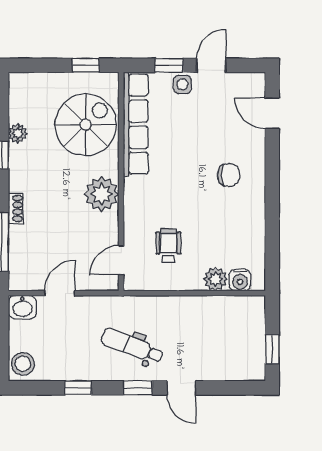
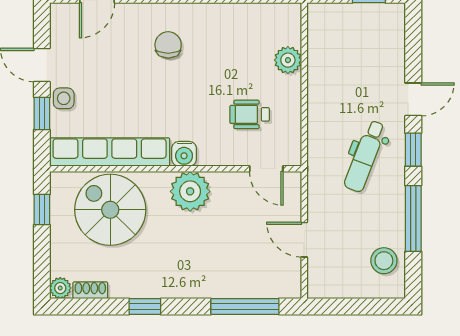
plant: (18, 133) -> (60, 288), moved
shoe rack: (16, 208) -> (90, 290), moved
water cooler: (240, 280) -> (184, 154), moved, turned 90
washbasin: (22, 307) -> (320, 283), removed
stool: (23, 364) -> (384, 261), moved
window: (78, 388) -> (413, 218), width x2.17

